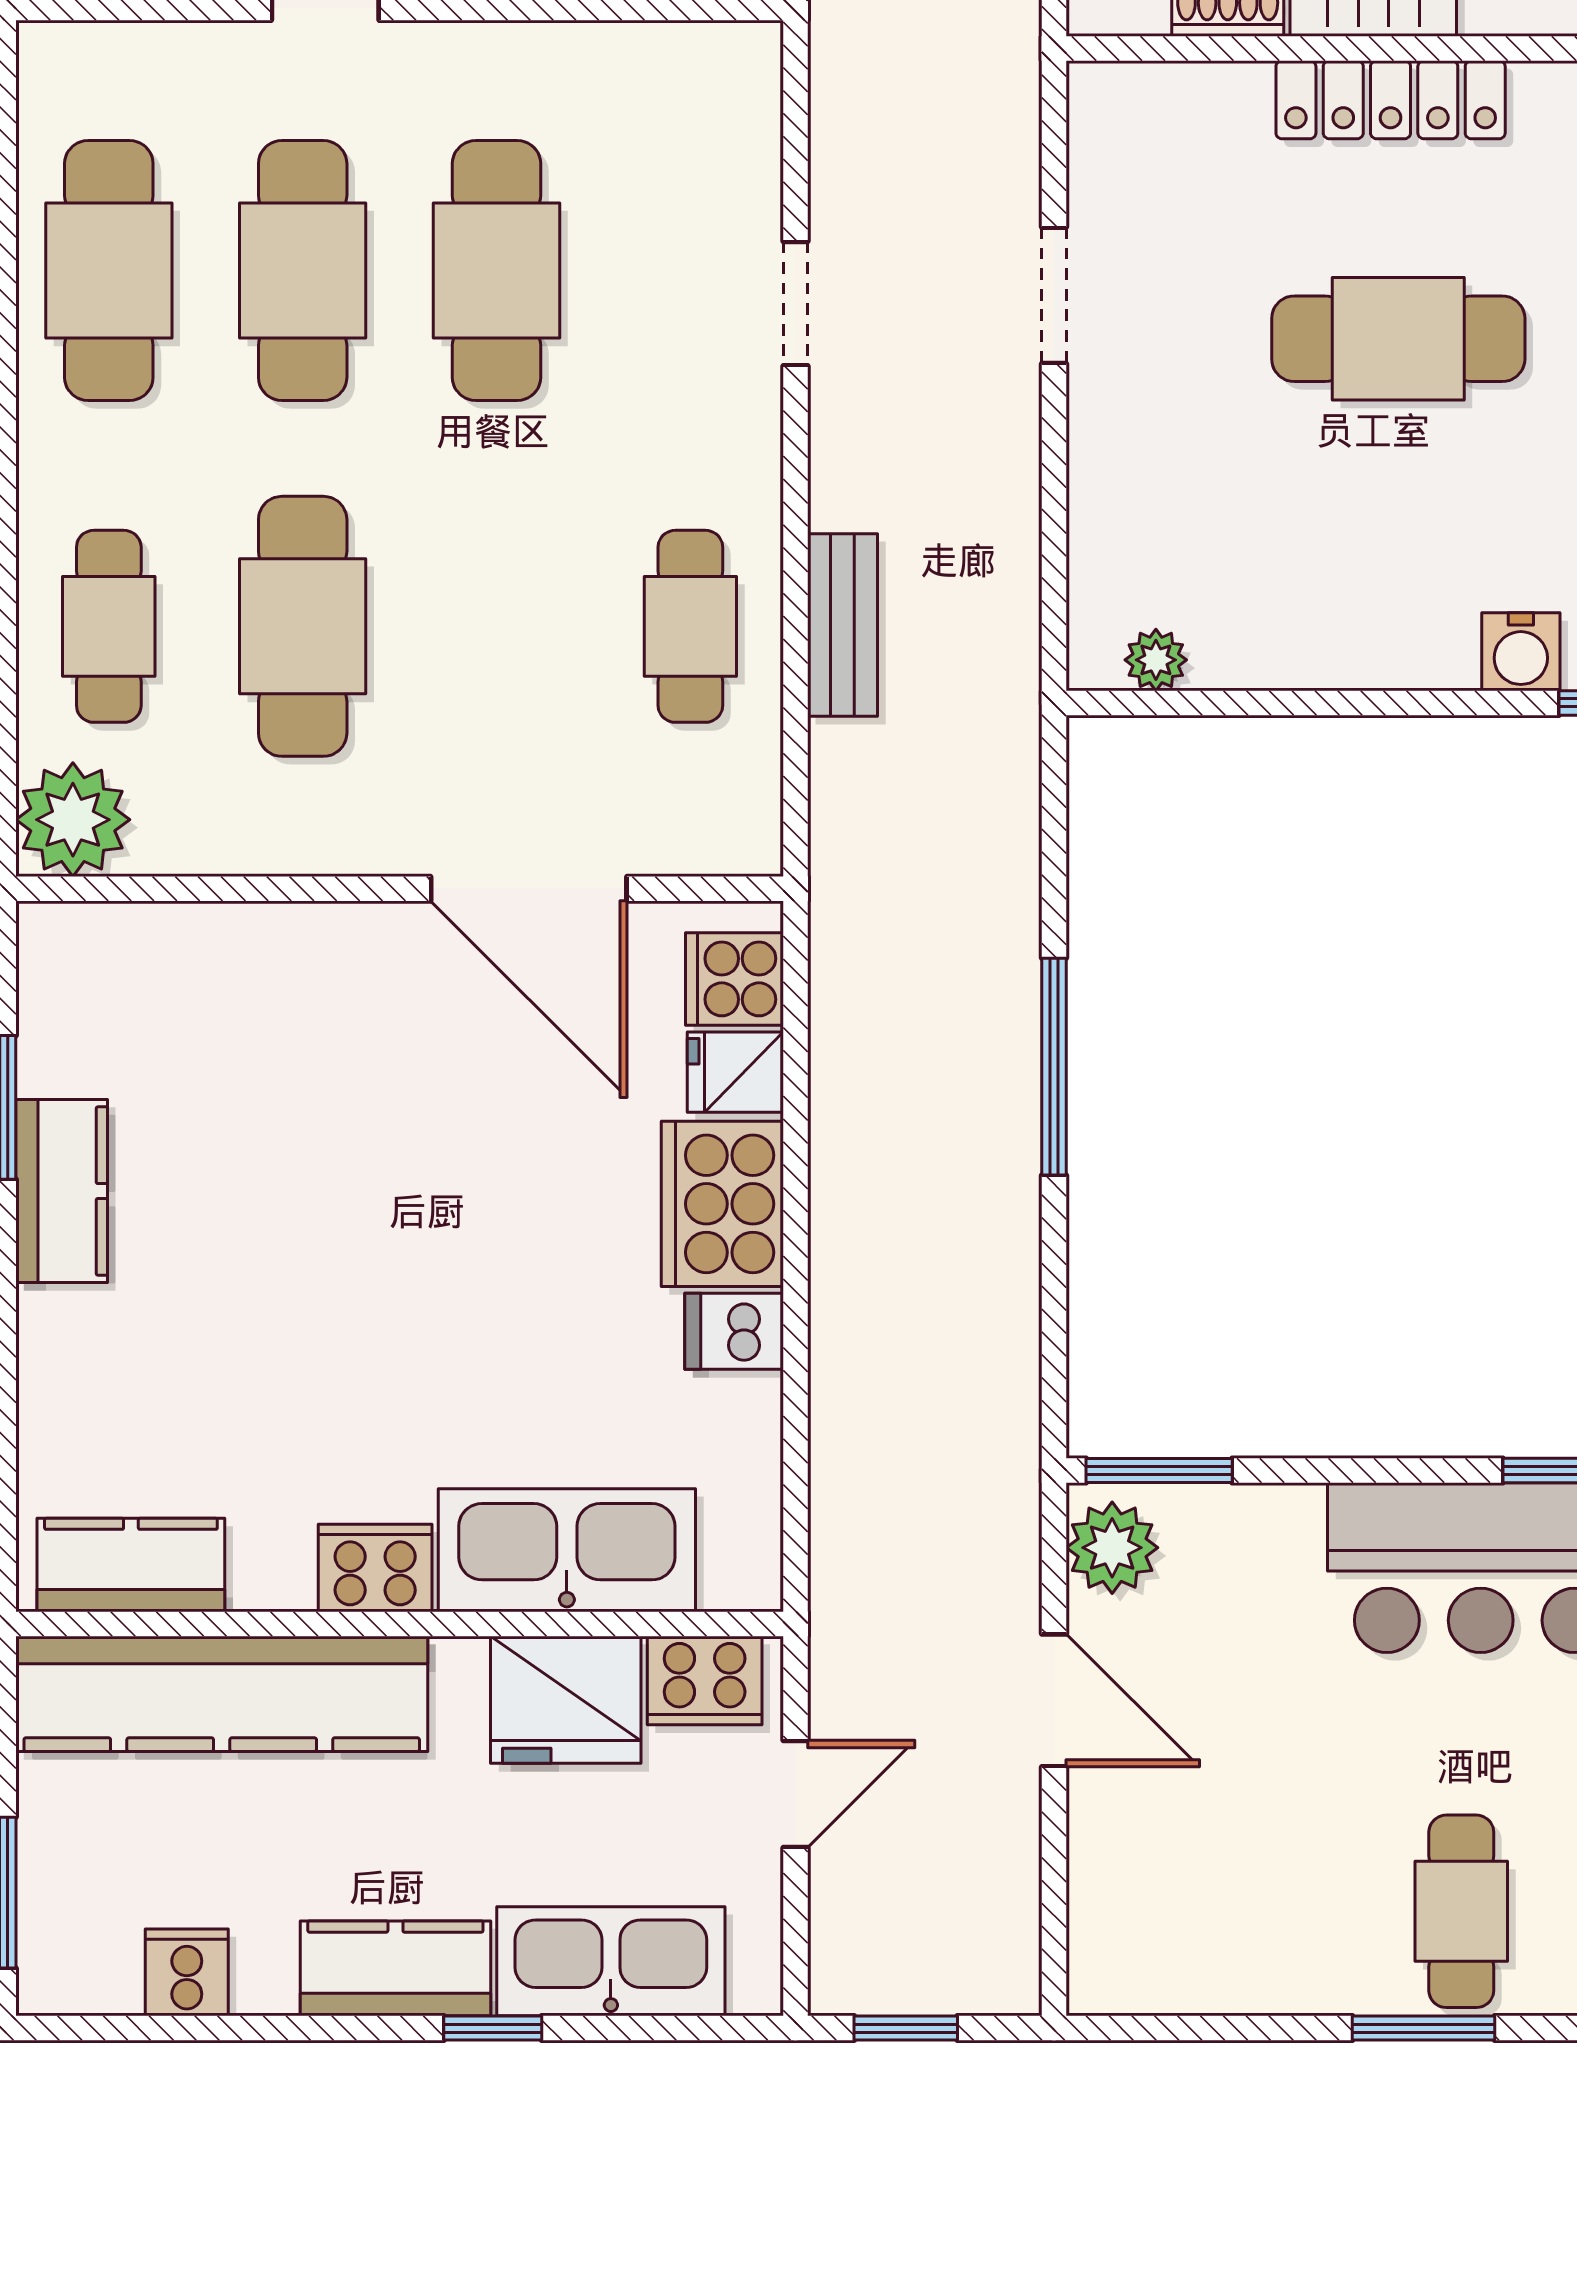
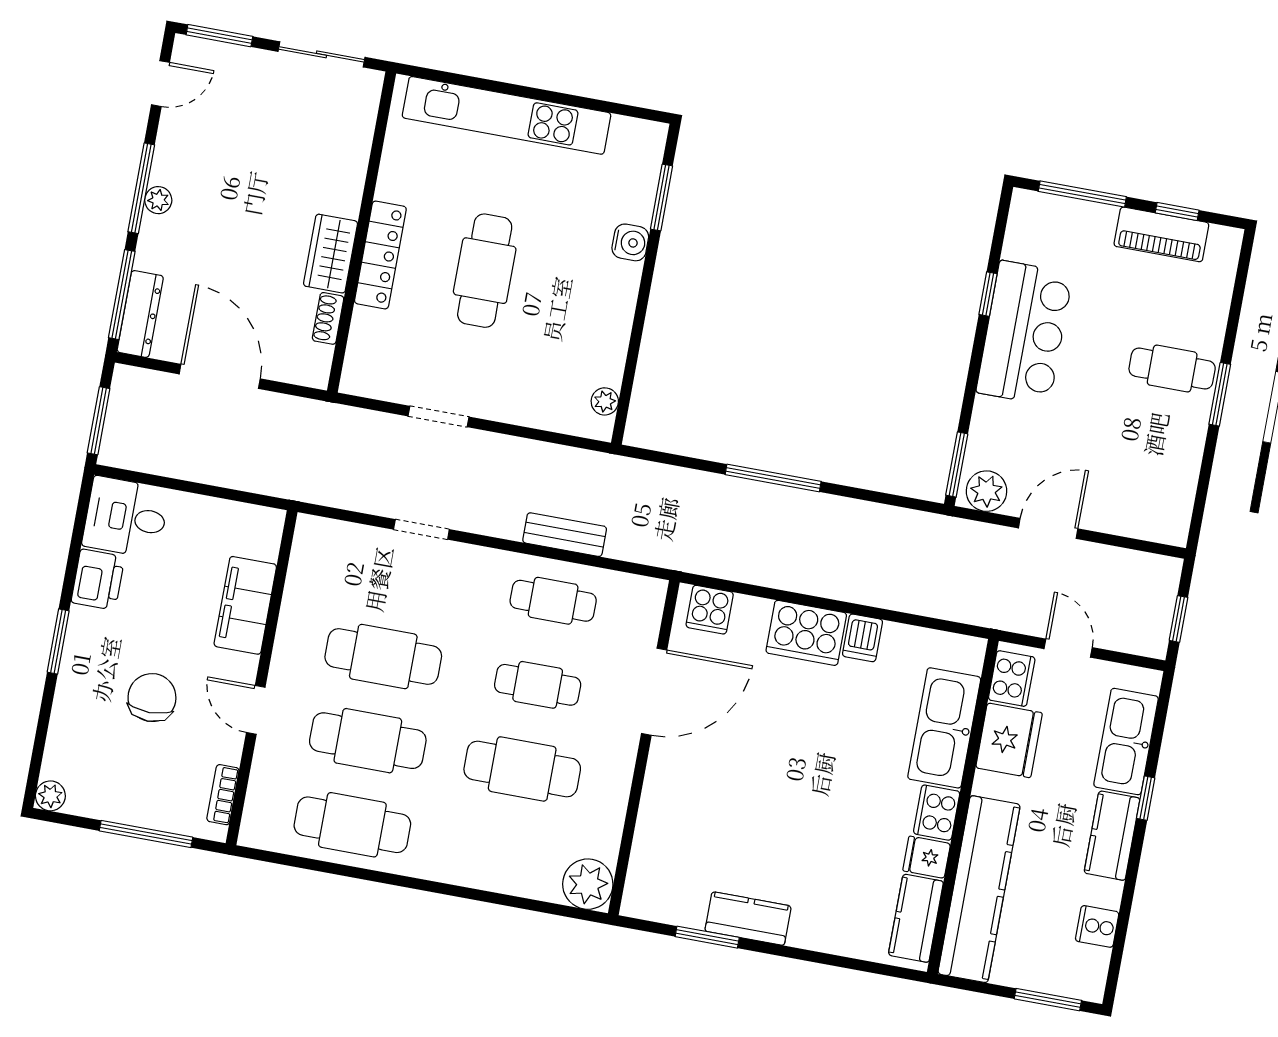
cafe table: (109, 626) -> (538, 685), moved
fridge: (735, 1072) -> (927, 857), moved, turned 90

